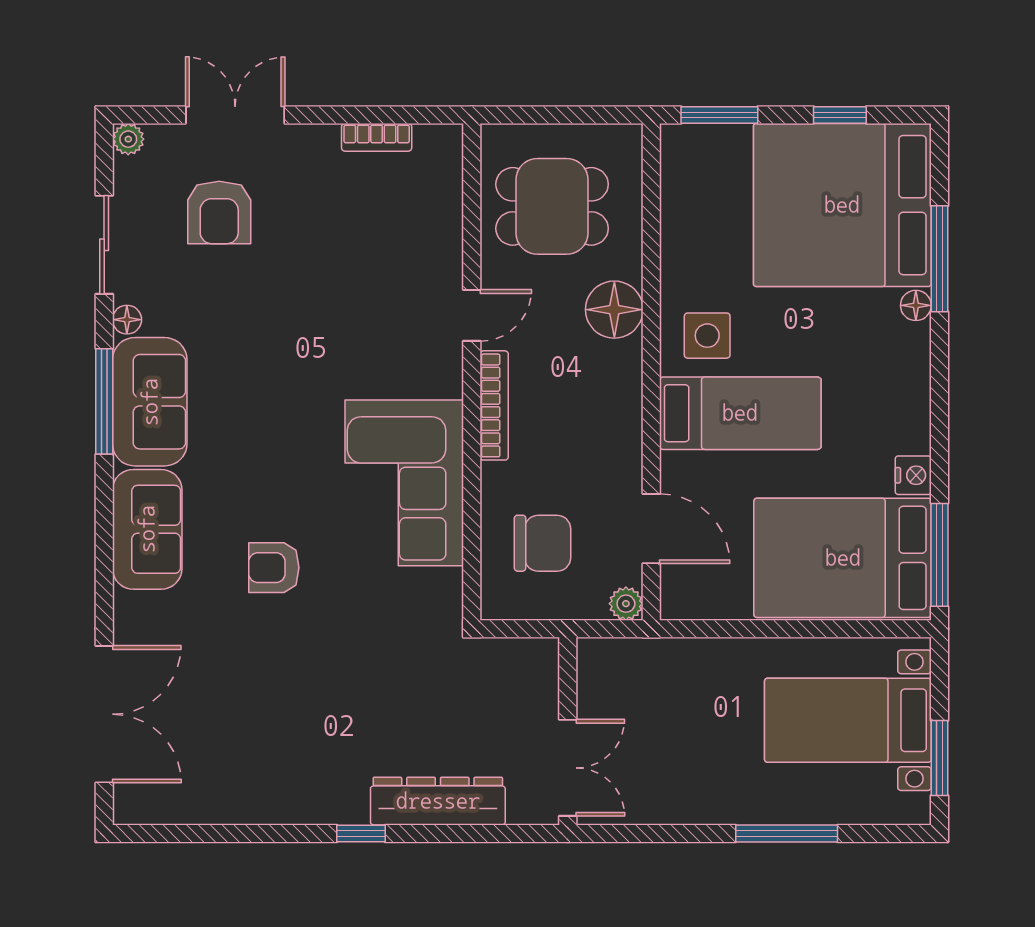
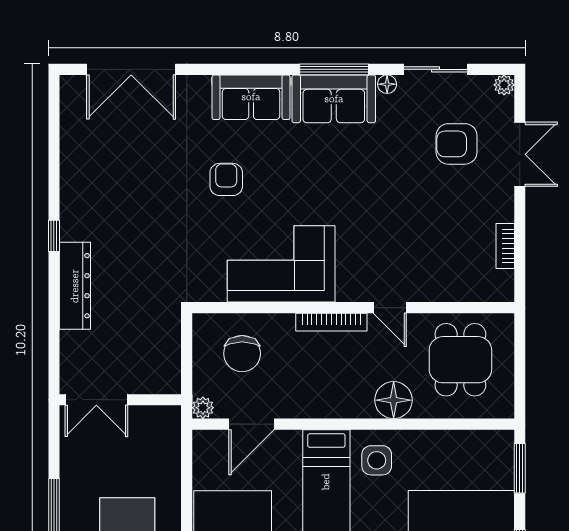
wall: (568, 731) -> (120, 400), moved
double door: (568, 768) -> (96, 400), moved

